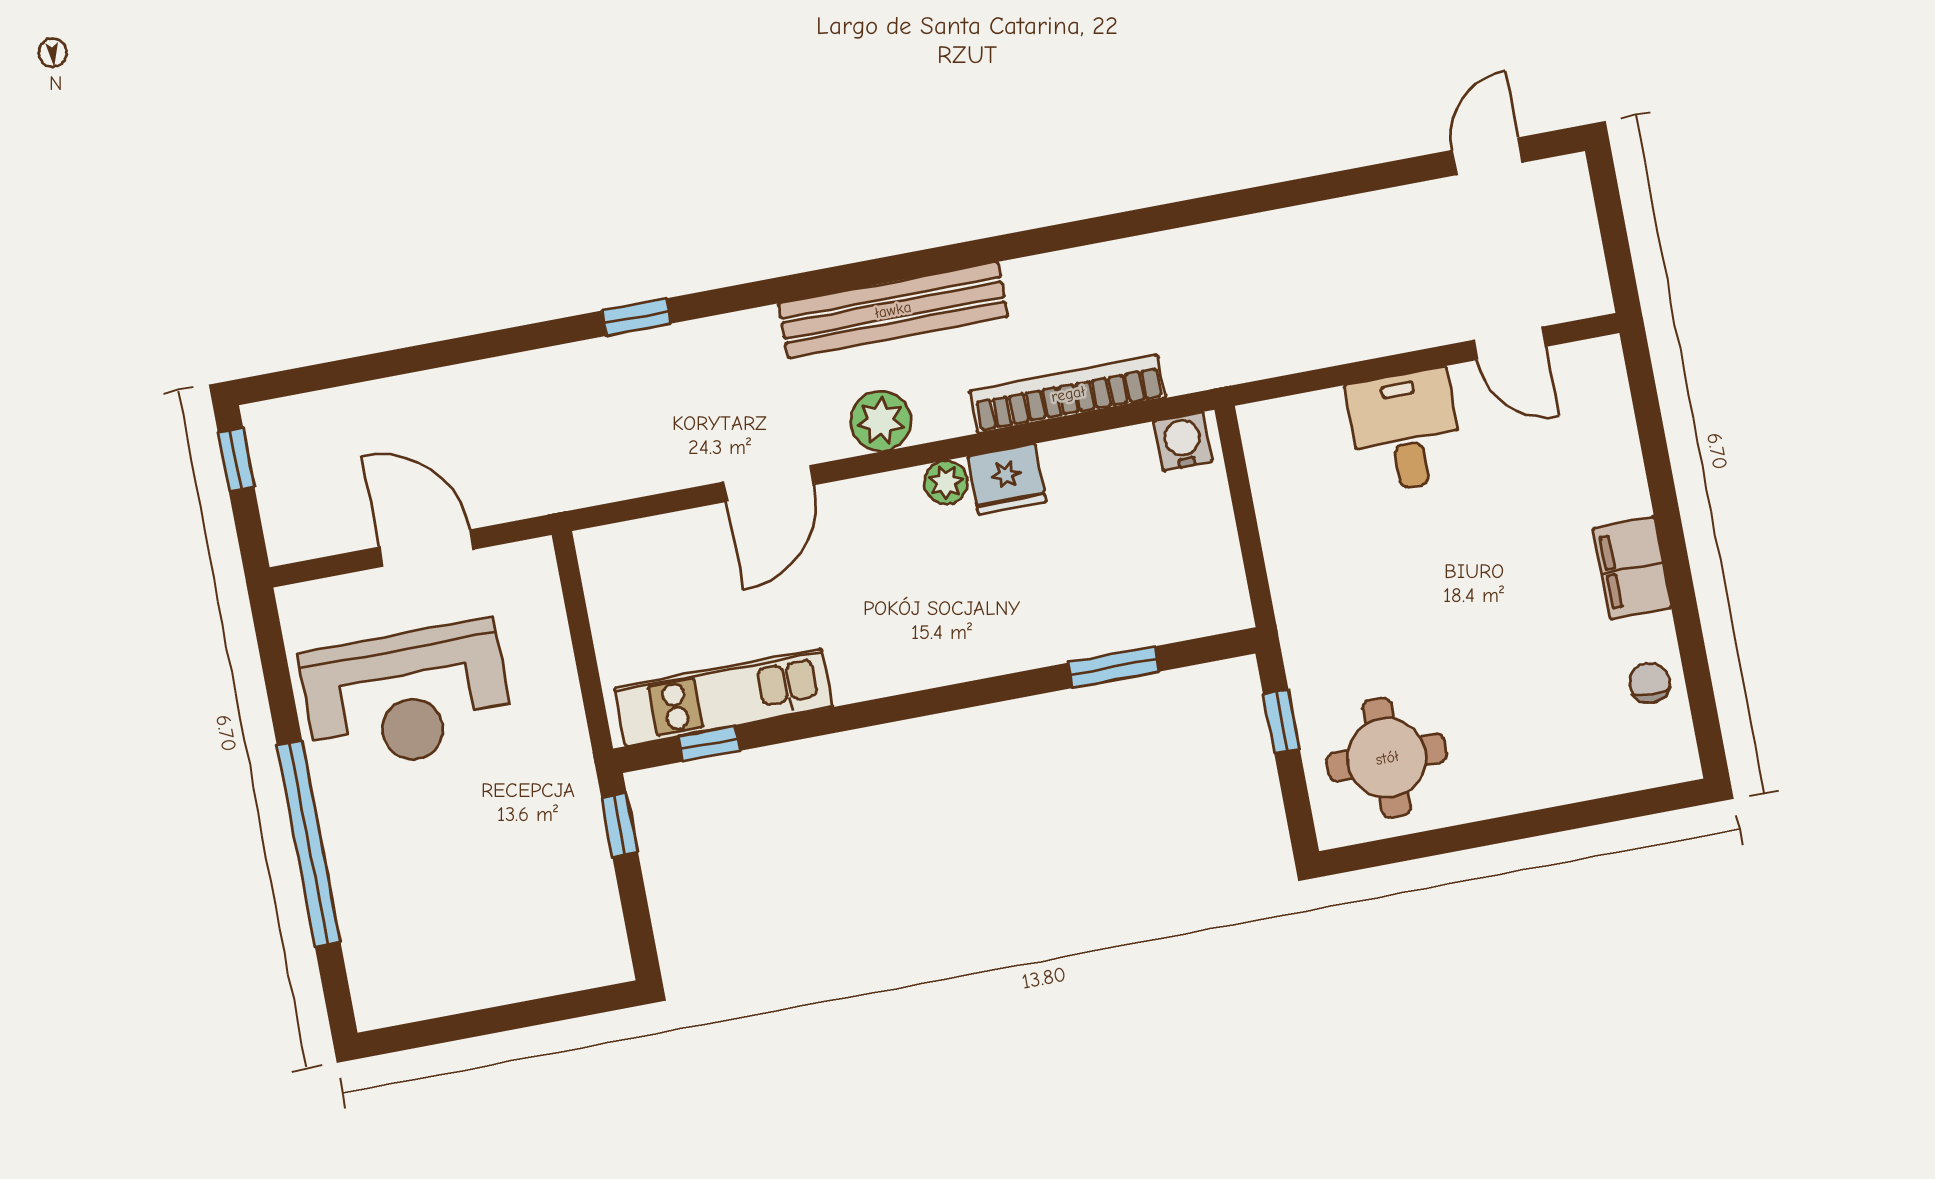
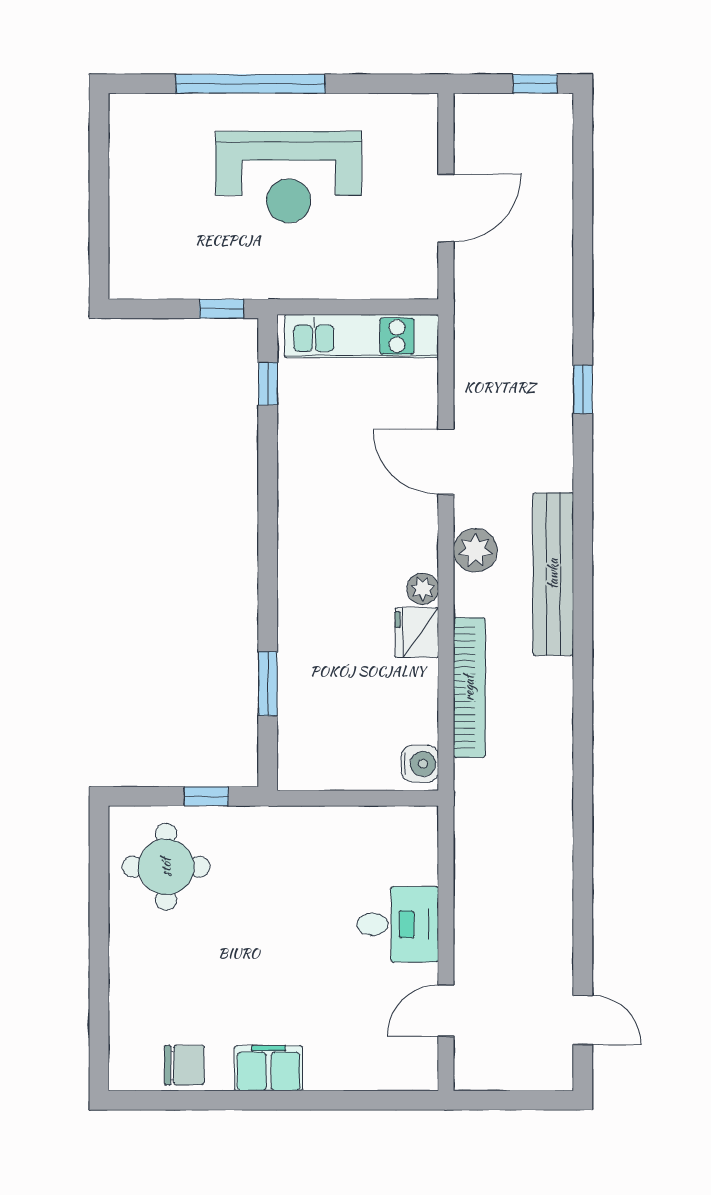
chair: (1650, 683) -> (184, 1065), width x1.37, depth x1.37
reception desk: (407, 697) -> (289, 177), moved, turned -90
kitchen unit: (723, 698) -> (362, 336), moved, turned 90

